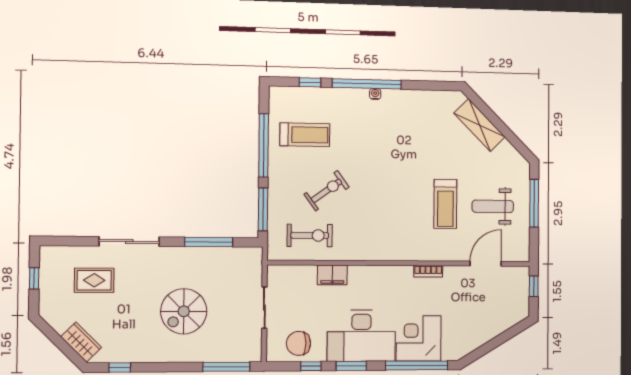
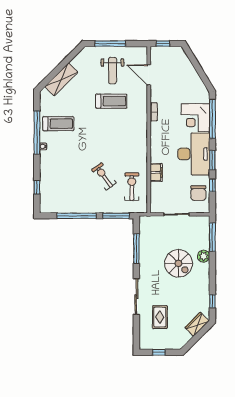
window: (367, 84) -> (37, 133), moved
treadmill: (305, 135) -> (58, 124), moved, turned 90
plant: (195, 352) -> (204, 256), added

